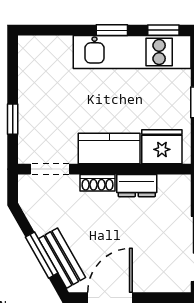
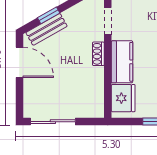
dresser: (137, 186) -> (96, 81), removed
window: (42, 255) -> (49, 15), width x0.67

